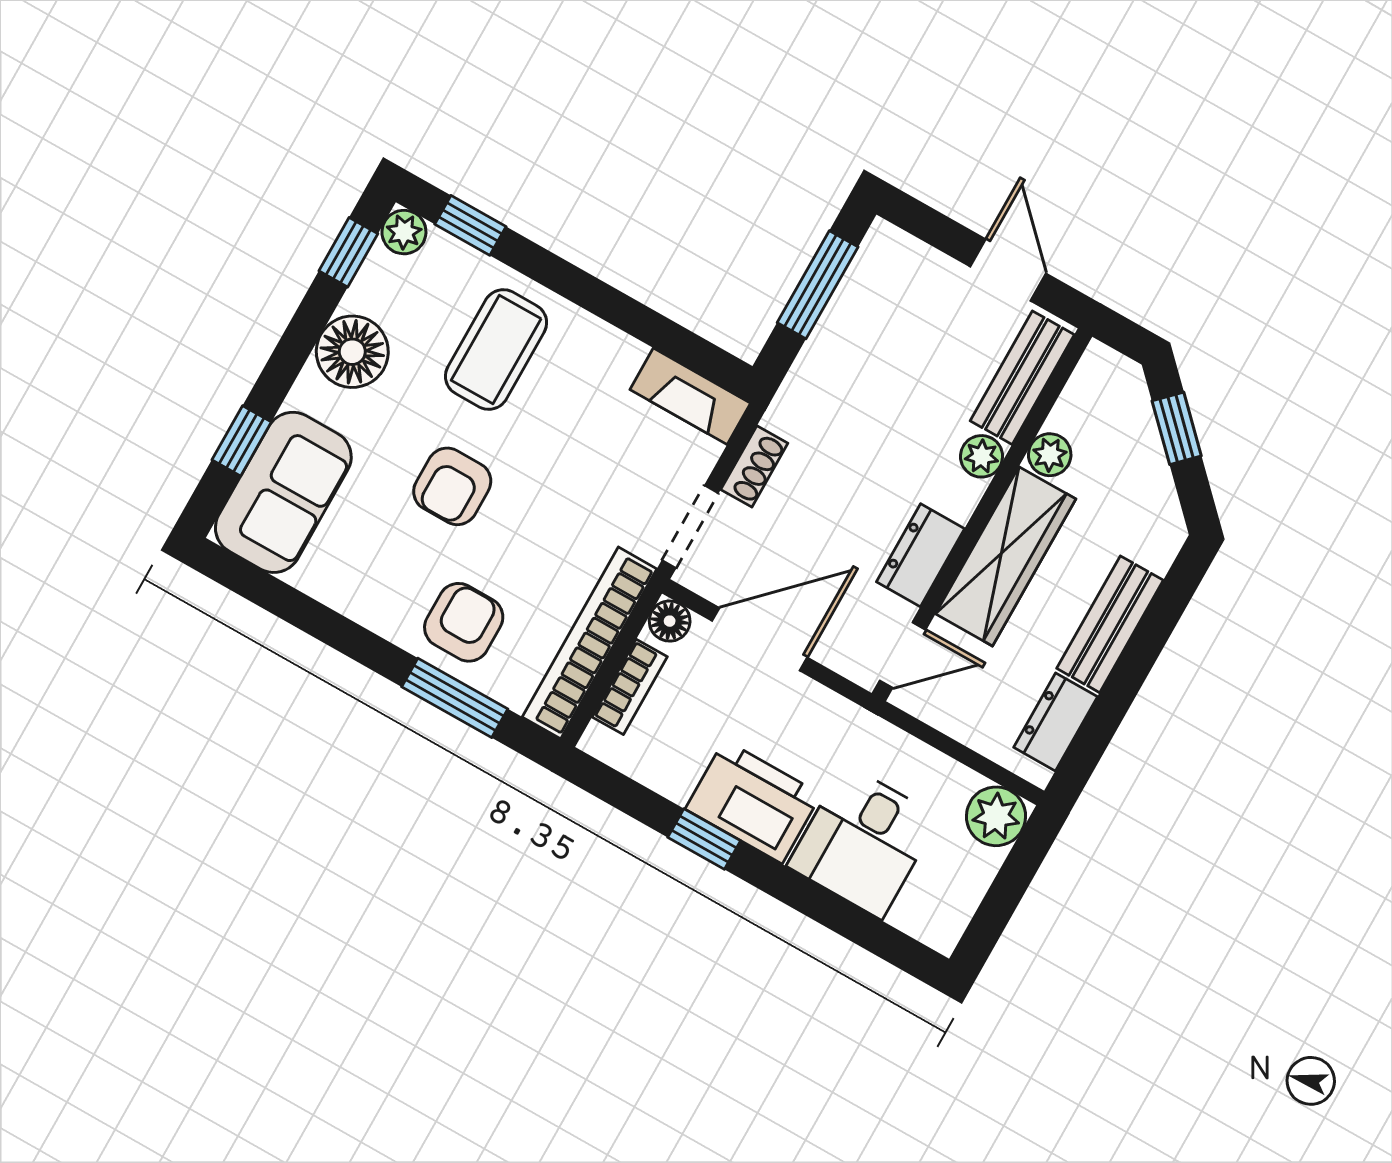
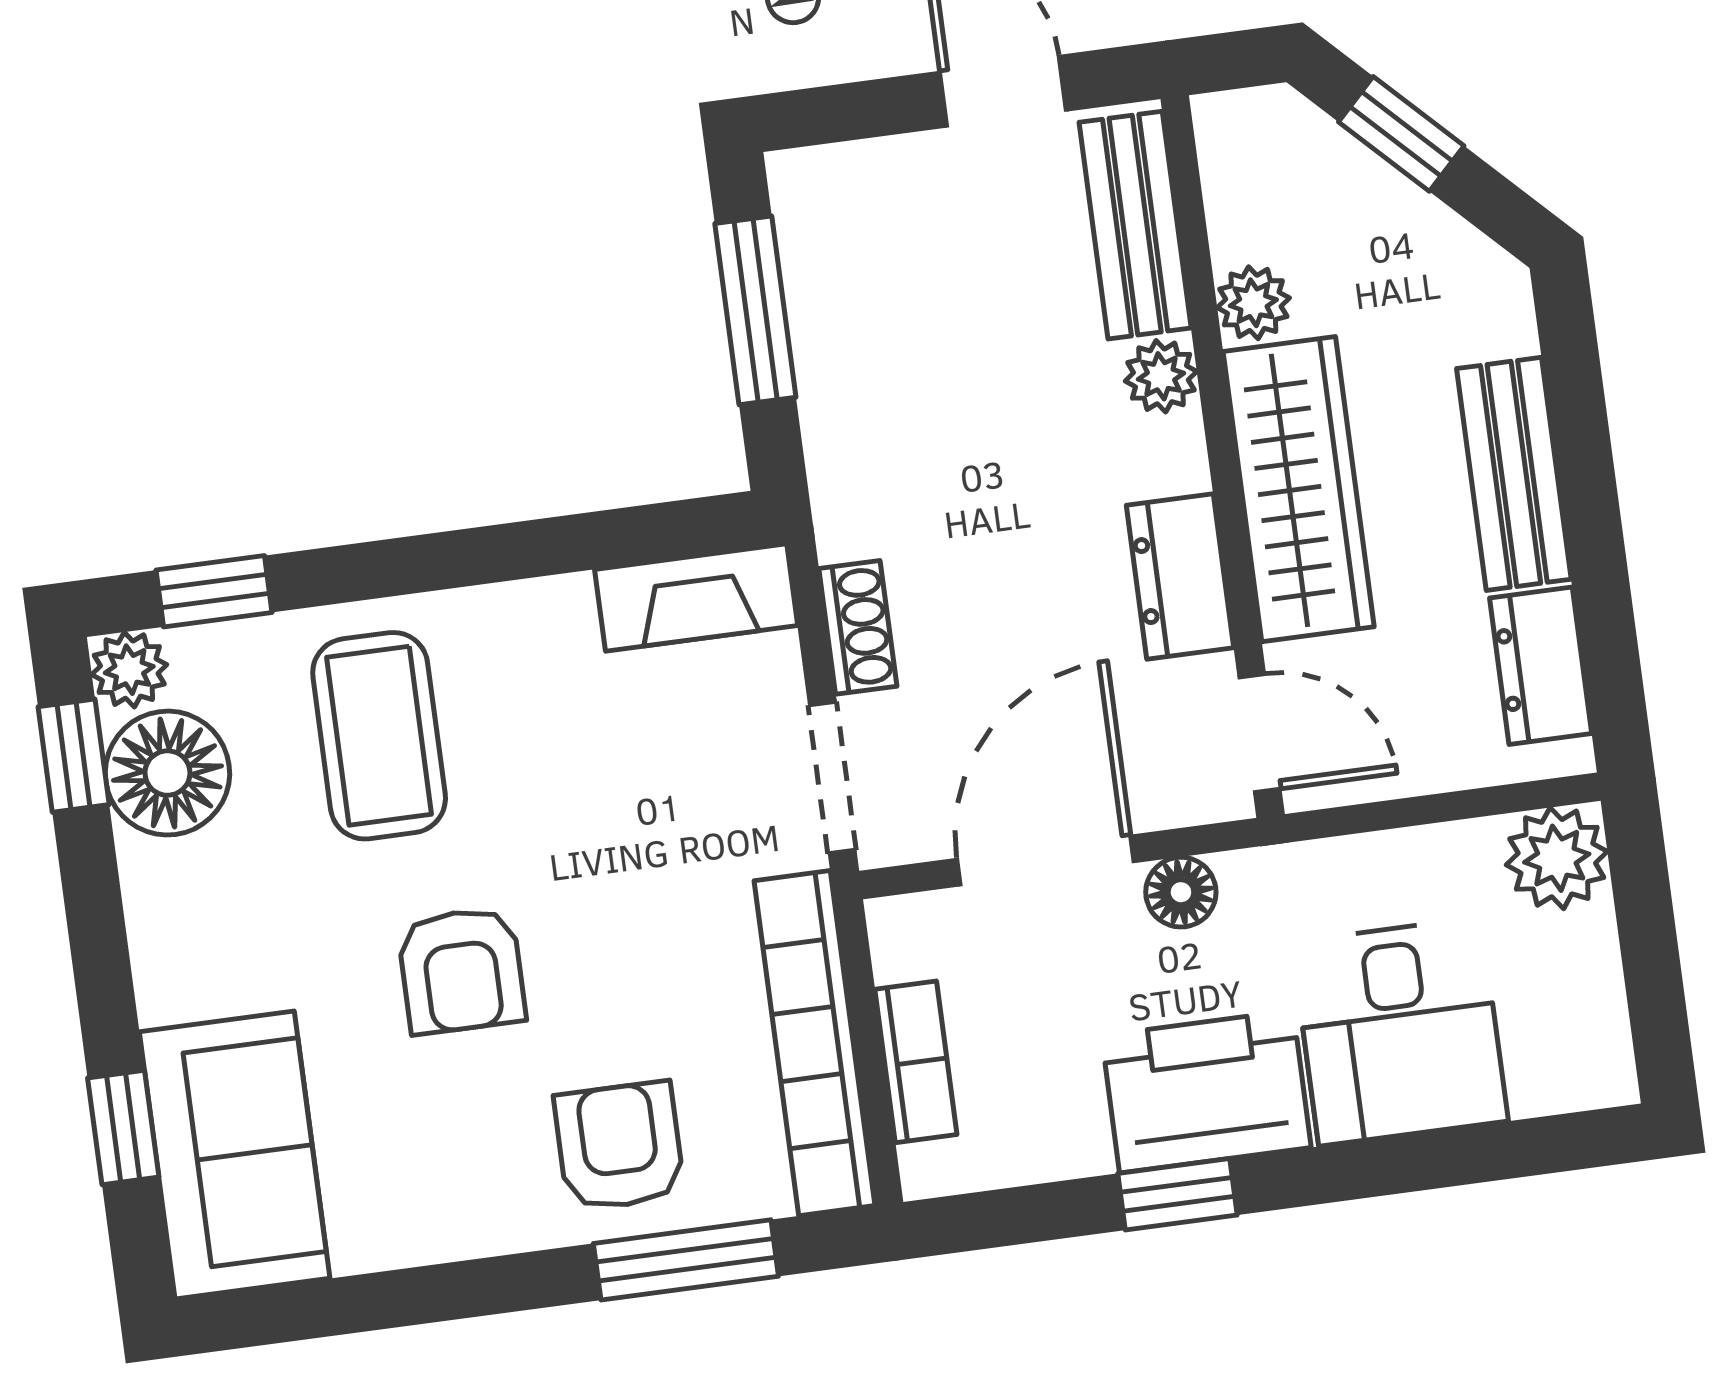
floor lamp: (352, 352) -> (167, 773), moved
floor lamp: (670, 621) -> (1181, 892), moved
door: (903, 655) -> (1259, 733), hinge flipped

